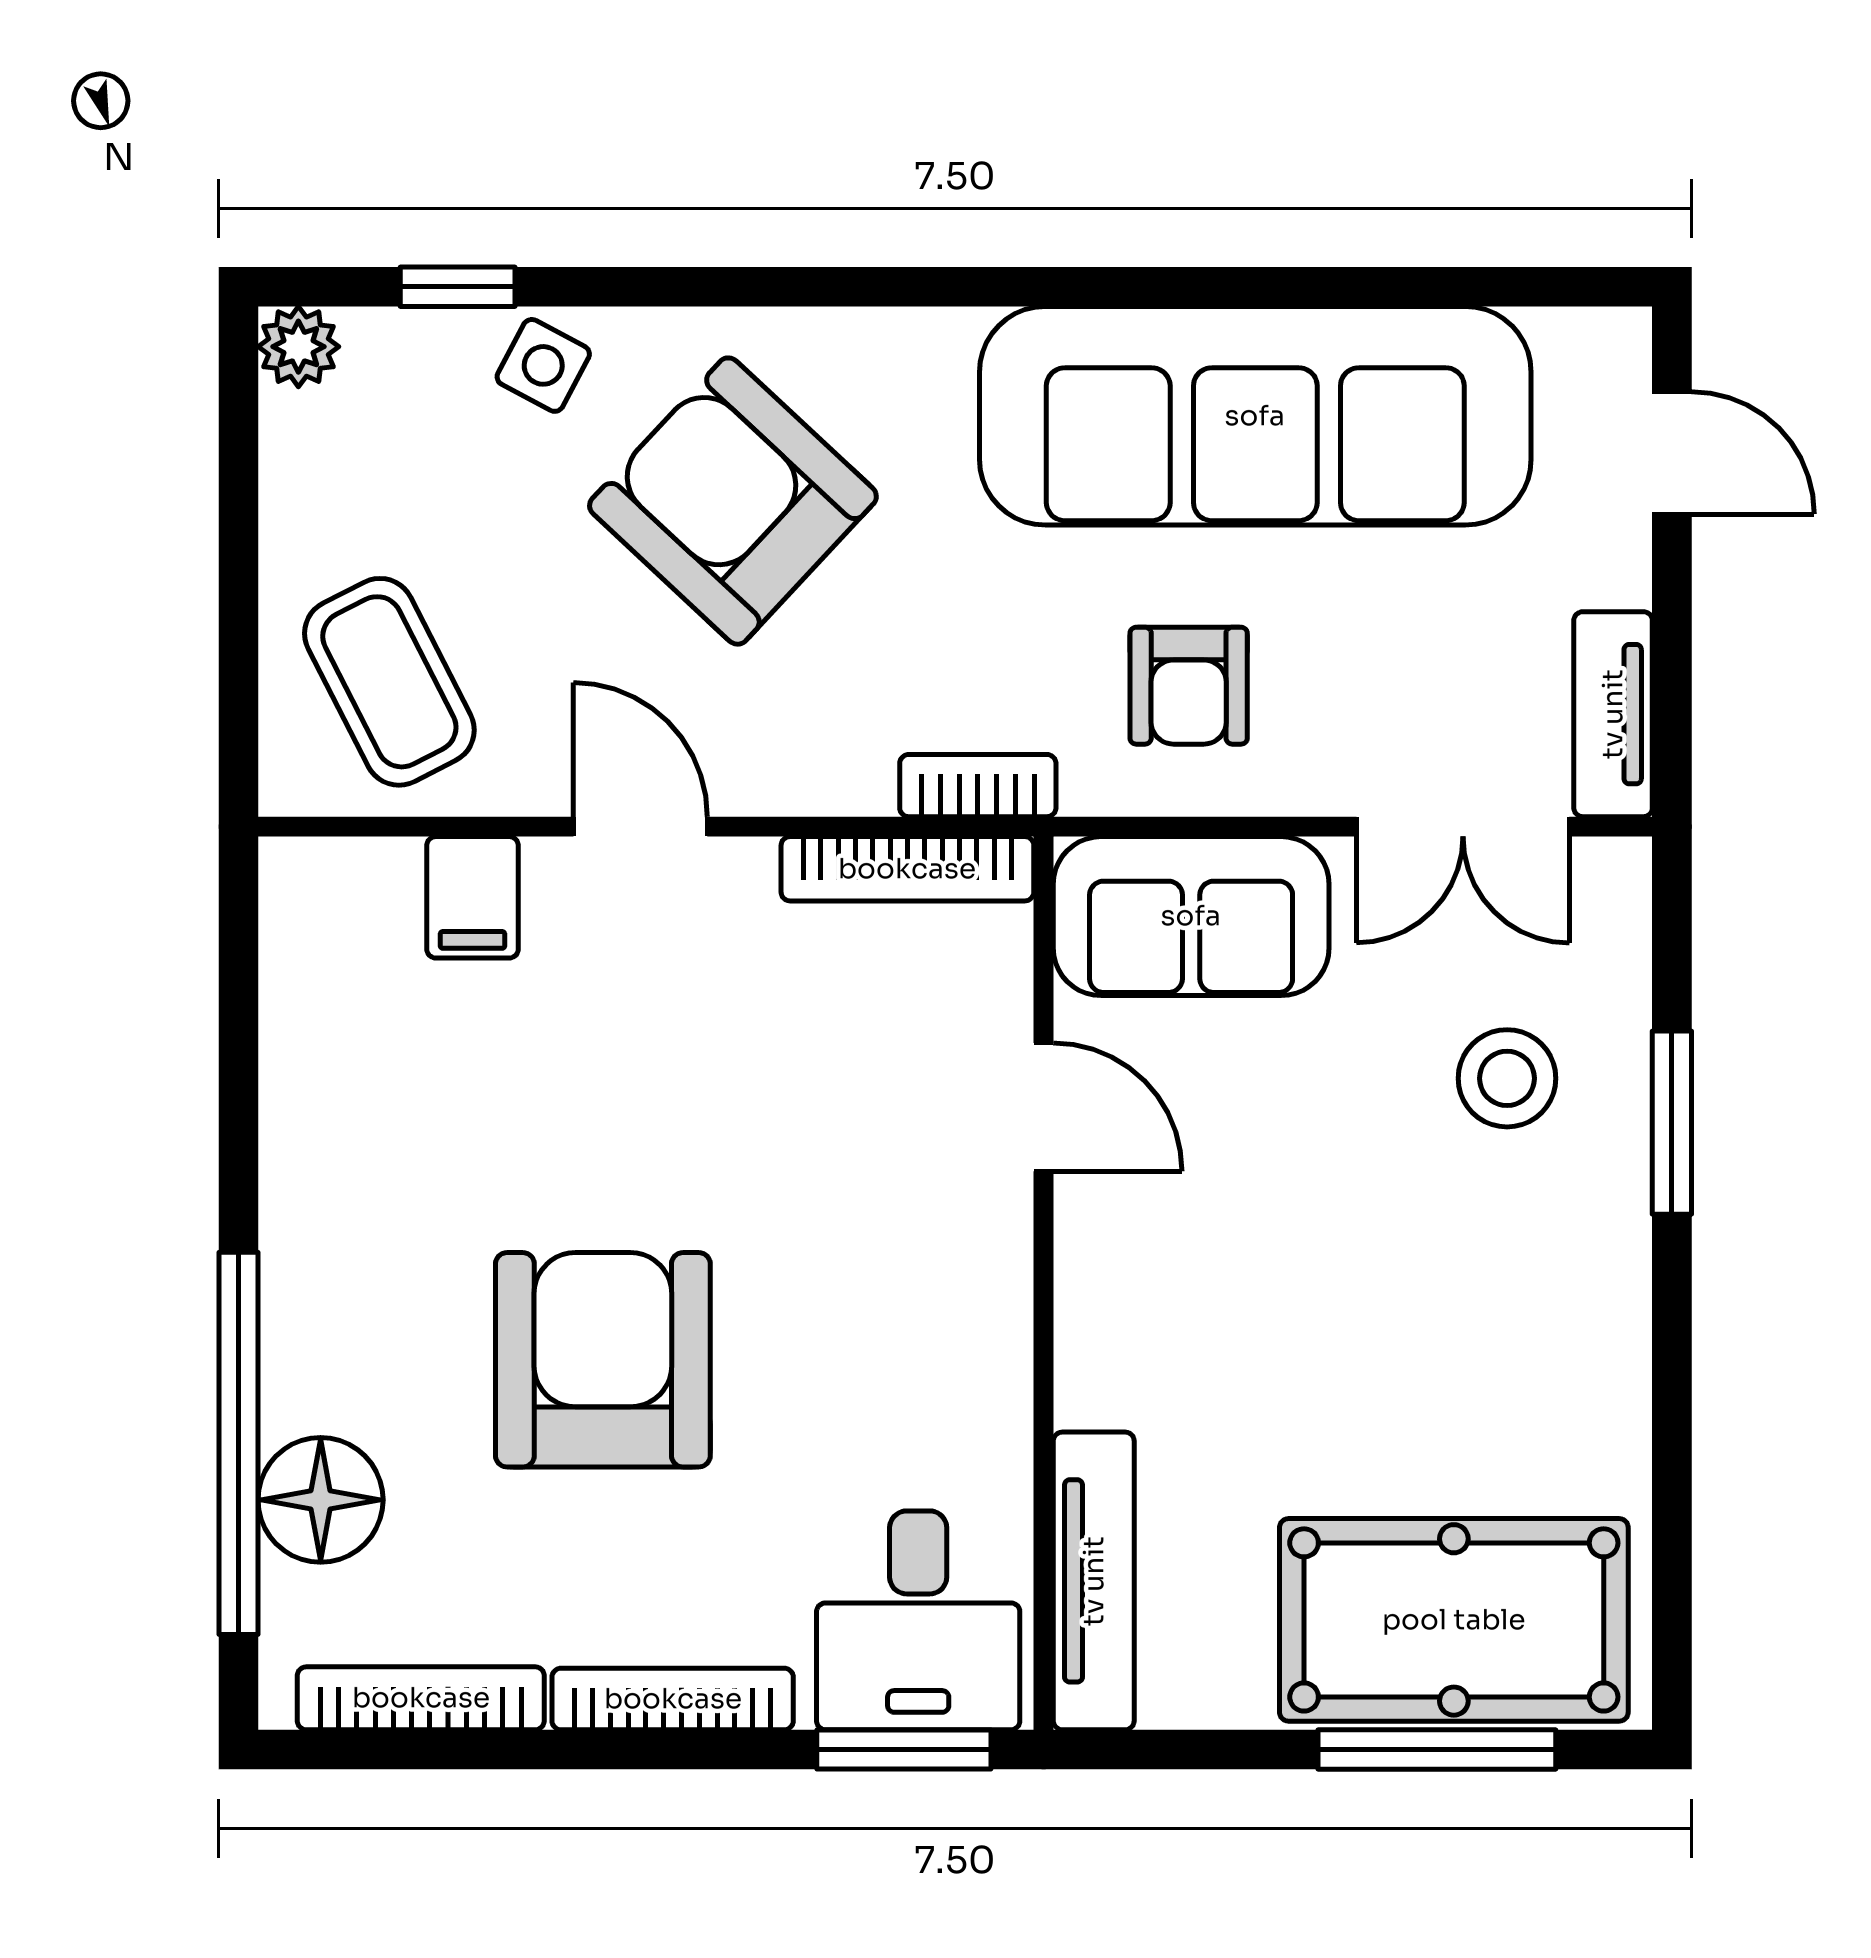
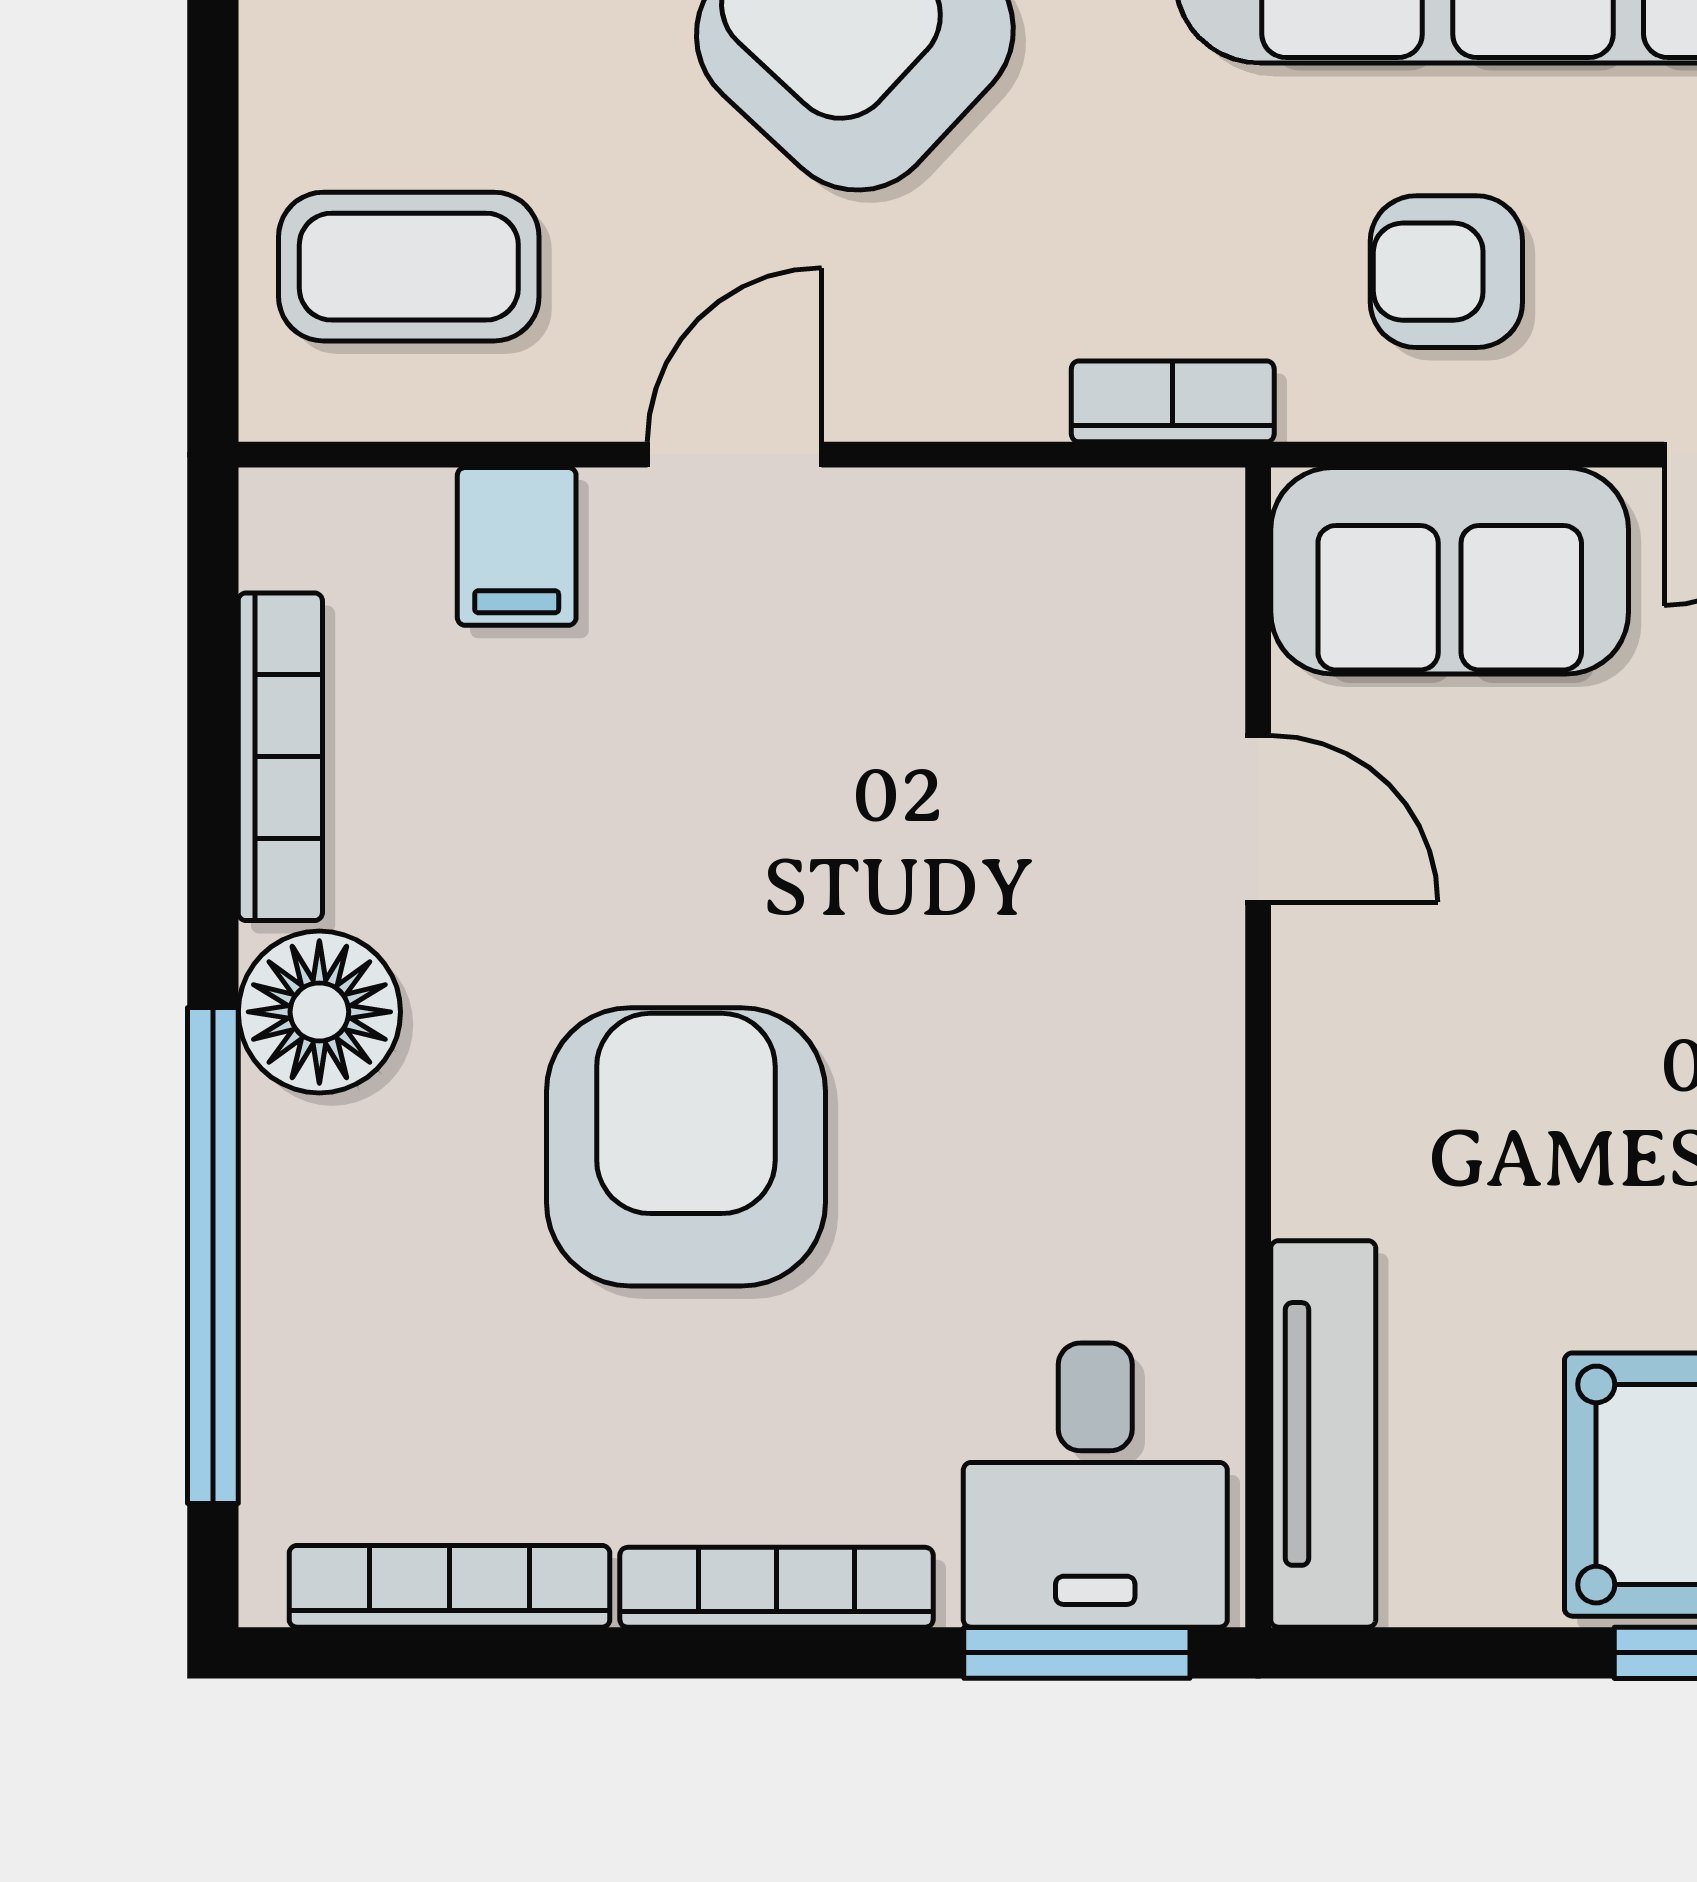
coffee table: (389, 682) -> (409, 267), turned -63
armchair: (1189, 686) -> (1446, 272), turned 90
door: (640, 827) -> (735, 455), hinge flipped
bookcase: (907, 869) -> (280, 757), moved, turned -90
floor lamp: (321, 1500) -> (319, 1012), moved

